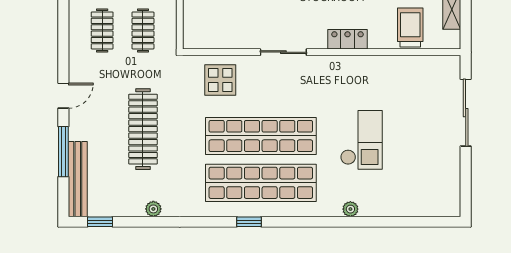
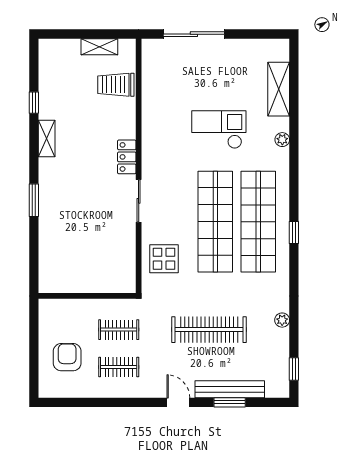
locker: (348, 39) -> (127, 157), moved
window: (63, 152) -> (230, 402), width x0.69
bench: (78, 179) -> (230, 389), moved
shelving: (406, 205) -> (279, 89), added

